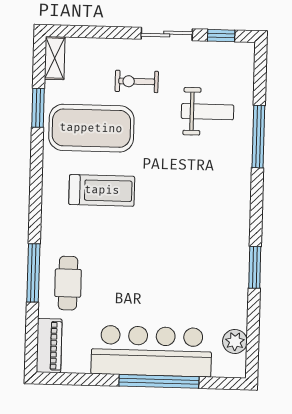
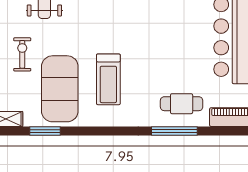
exercise bike: (137, 81) -> (22, 54), turned 180
treadmill: (102, 190) -> (108, 79), turned 180

